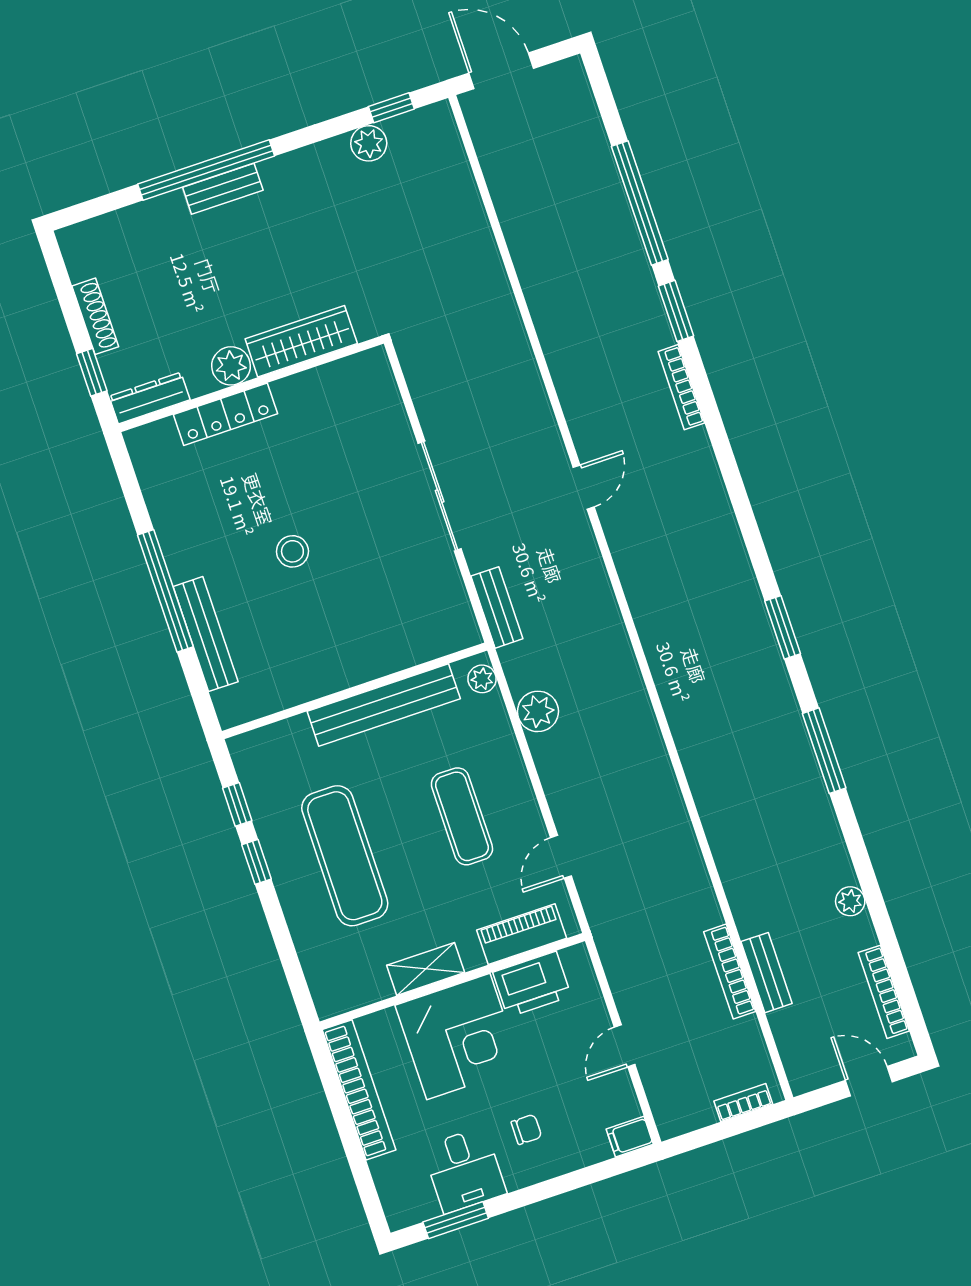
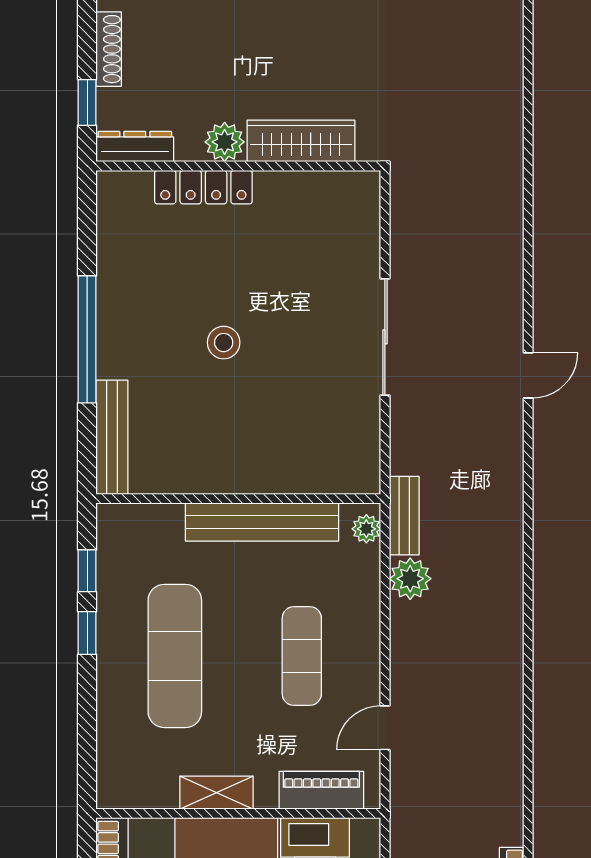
bench: (497, 607) -> (404, 516), moved
bench: (206, 634) -> (112, 437), moved

